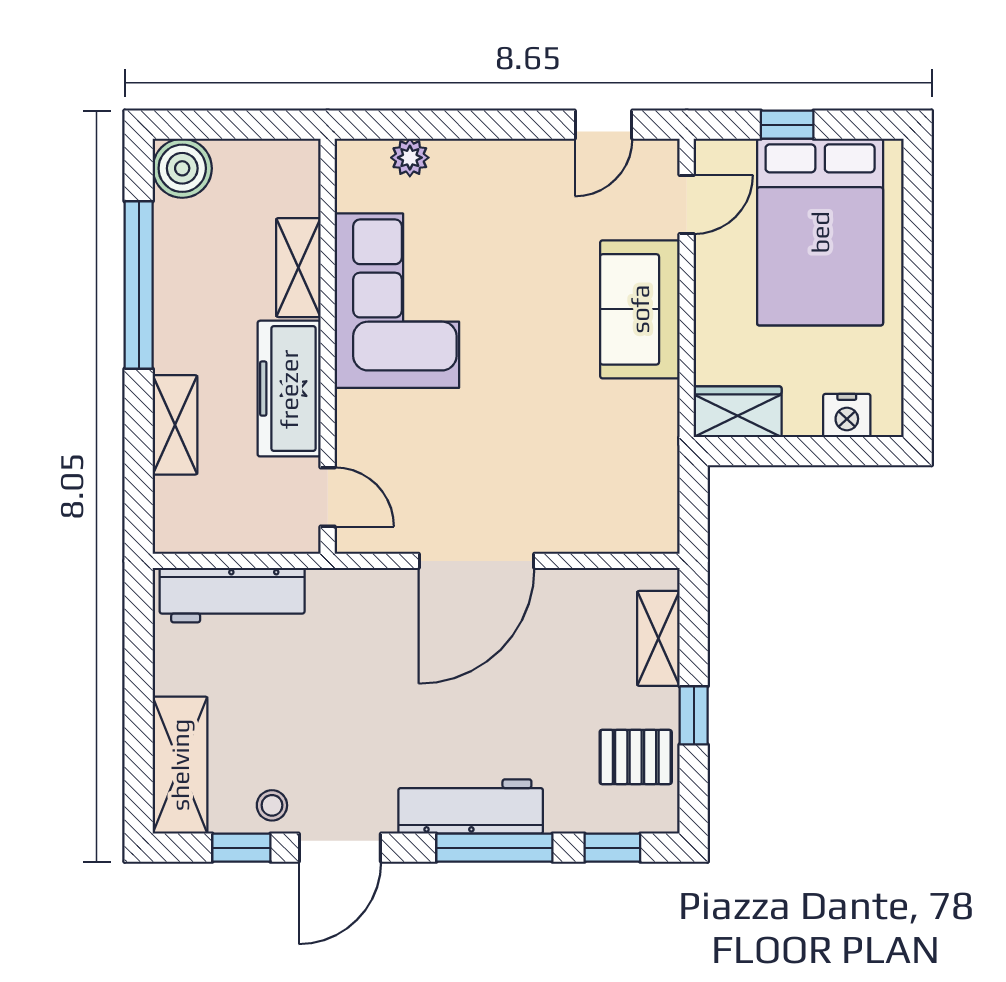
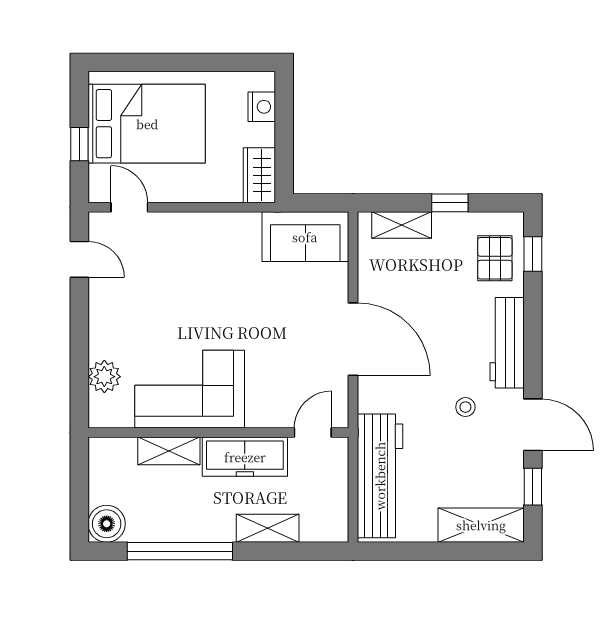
plant: (410, 158) -> (104, 377), width x1.38, depth x1.38
sofa: (640, 309) -> (305, 237), moved
workbench: (232, 595) -> (380, 476), width x1.36, depth x1.32
pallet: (636, 757) -> (495, 258), moved
stool: (272, 805) -> (465, 407), moved
window: (494, 848) -> (533, 328), removed

